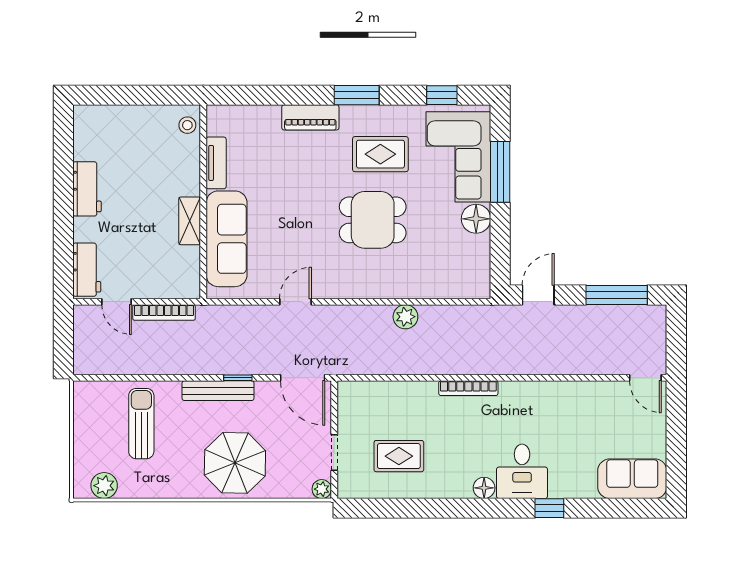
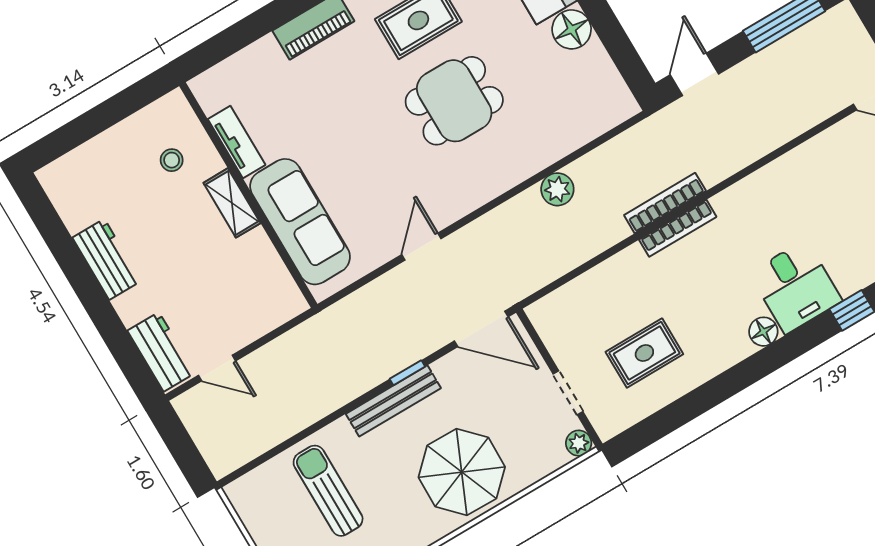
stool: (187, 125) -> (172, 160), moved
shelving: (190, 221) -> (232, 203), moved
bookcase: (164, 313) -> (665, 203), moved, turned 180

